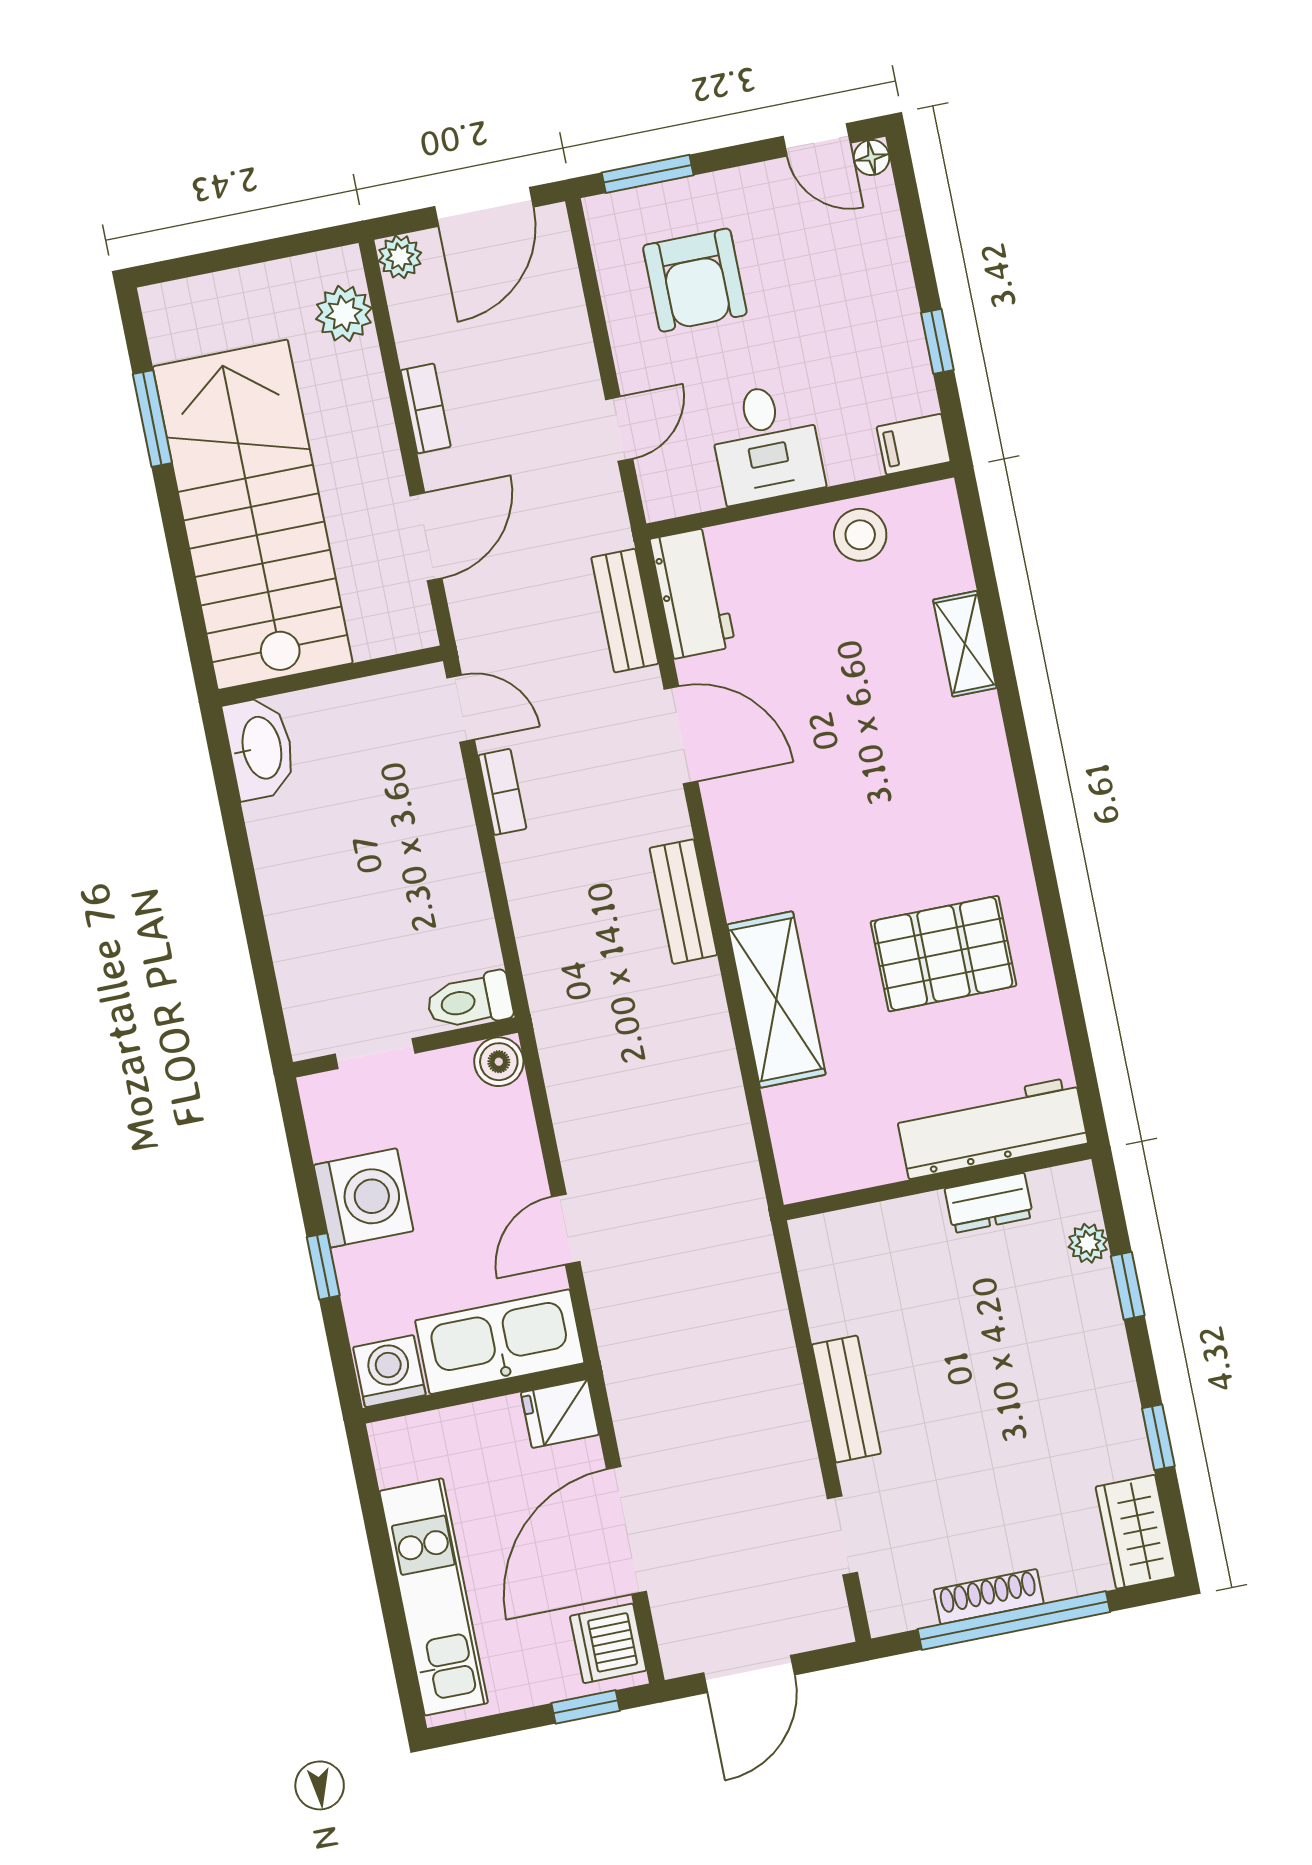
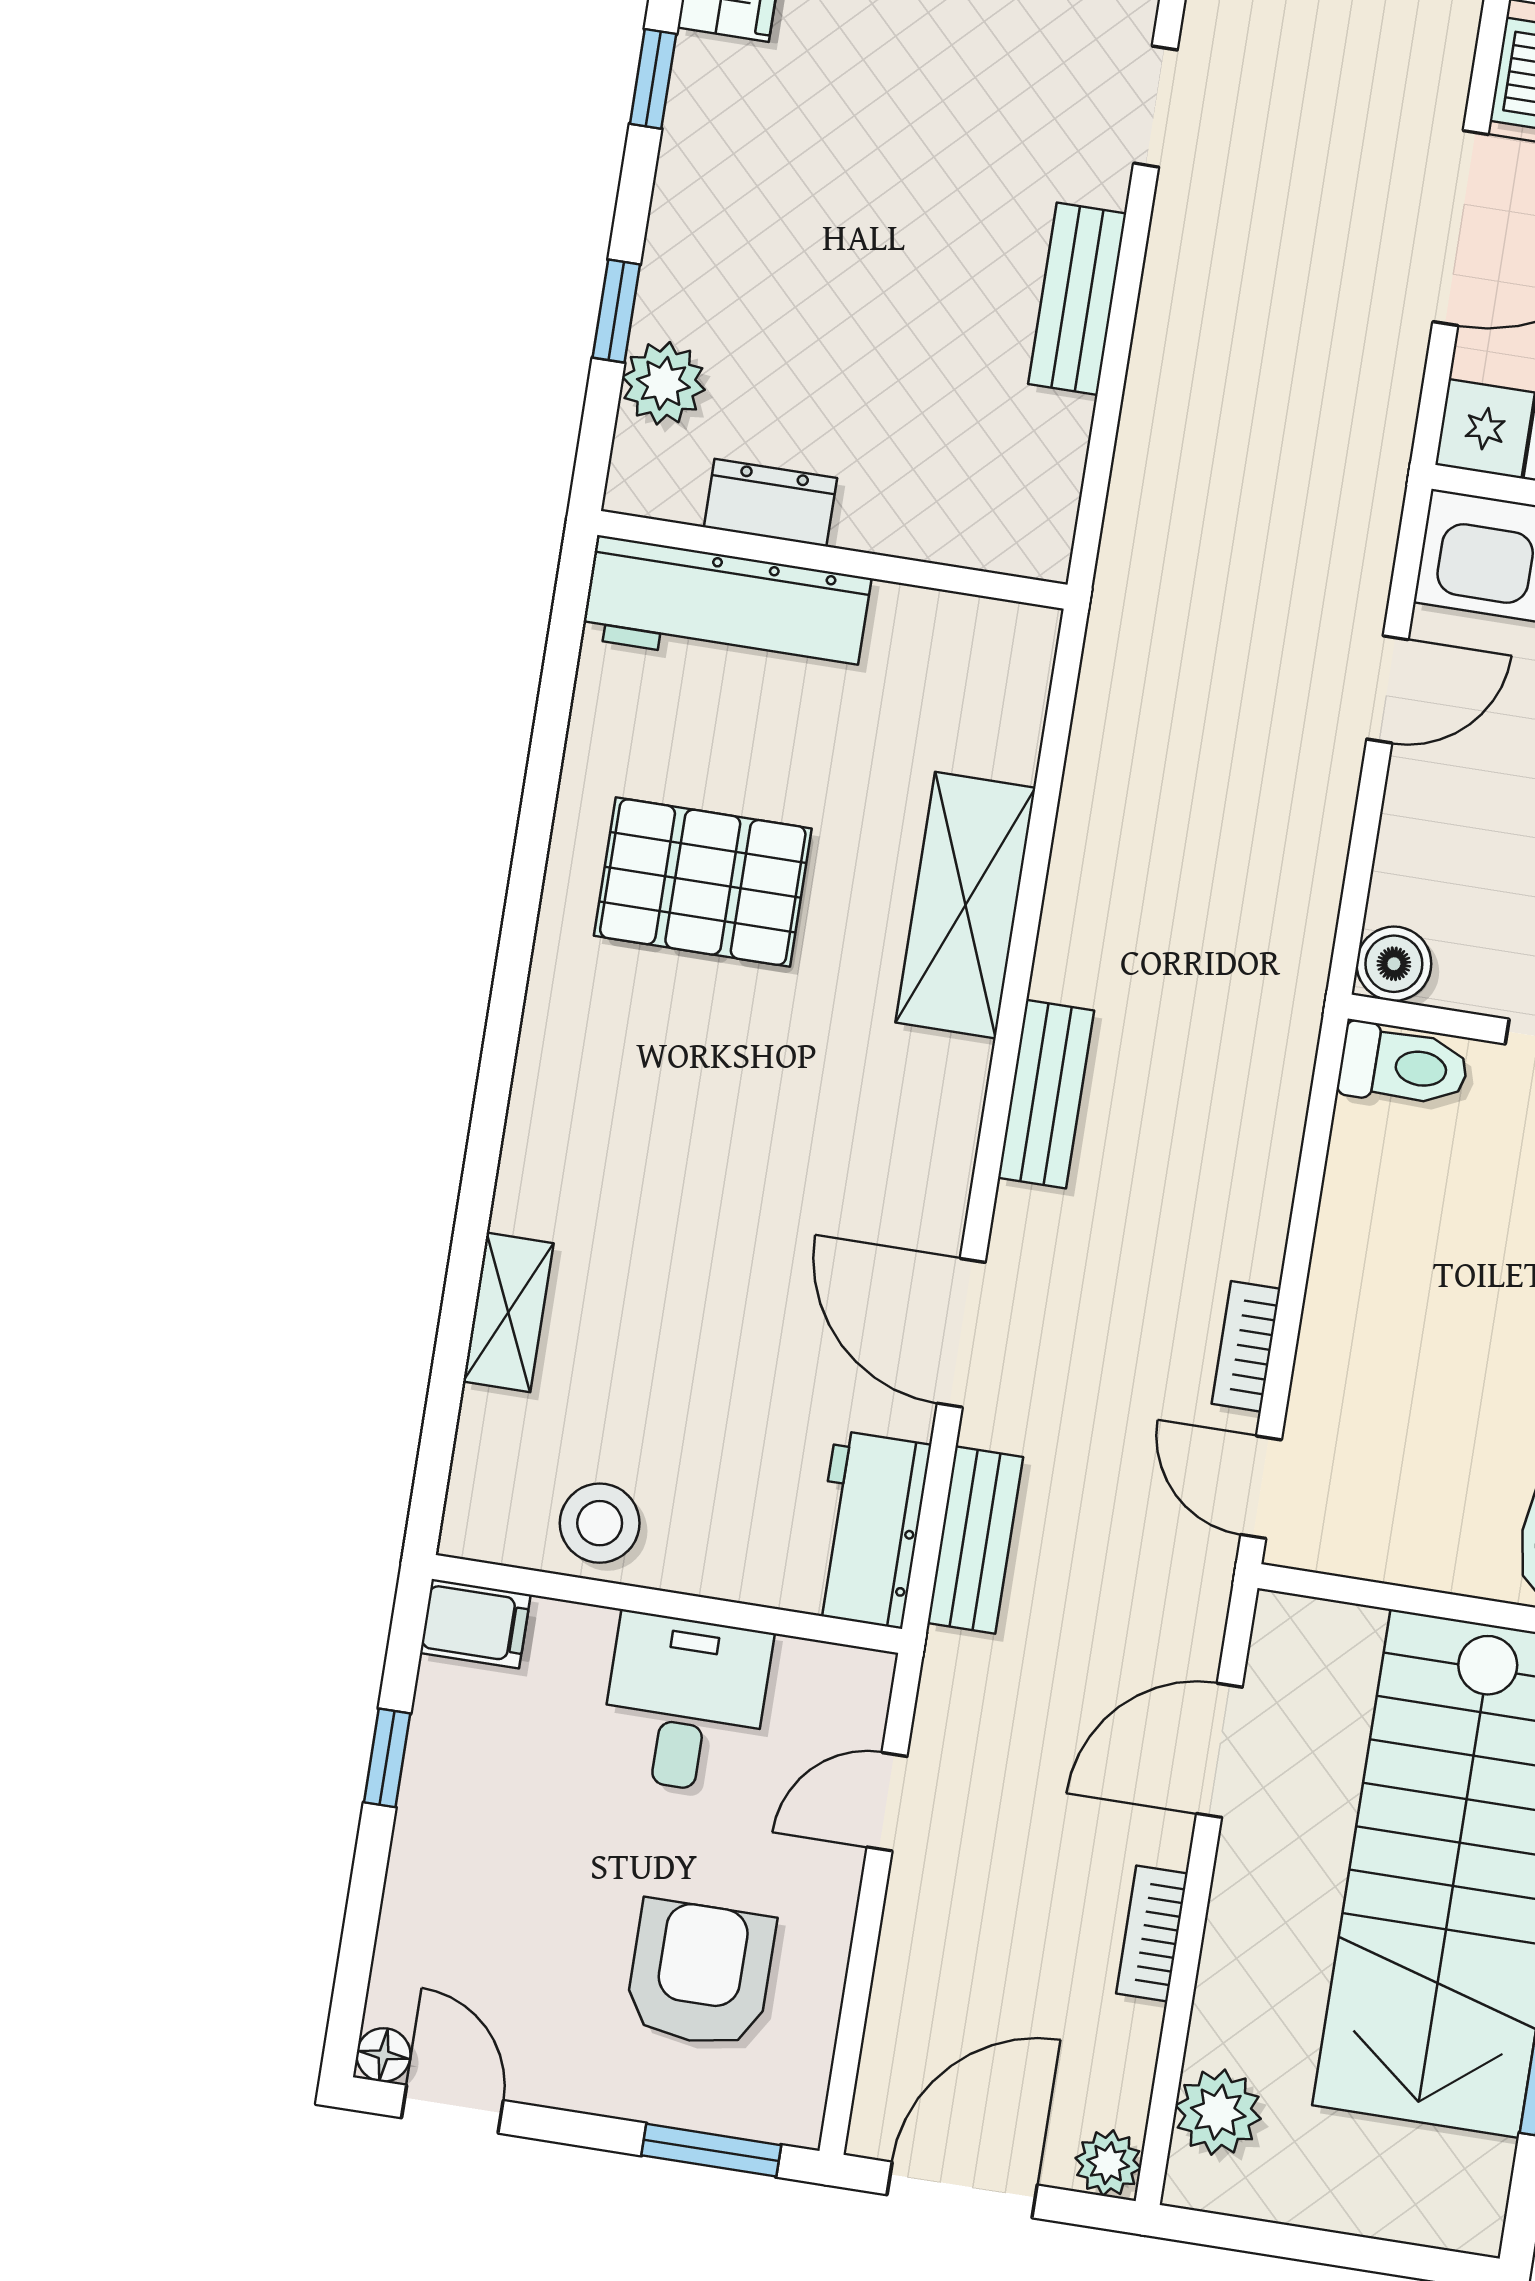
plant: (1088, 1243) -> (663, 383), width x1.38, depth x1.38

